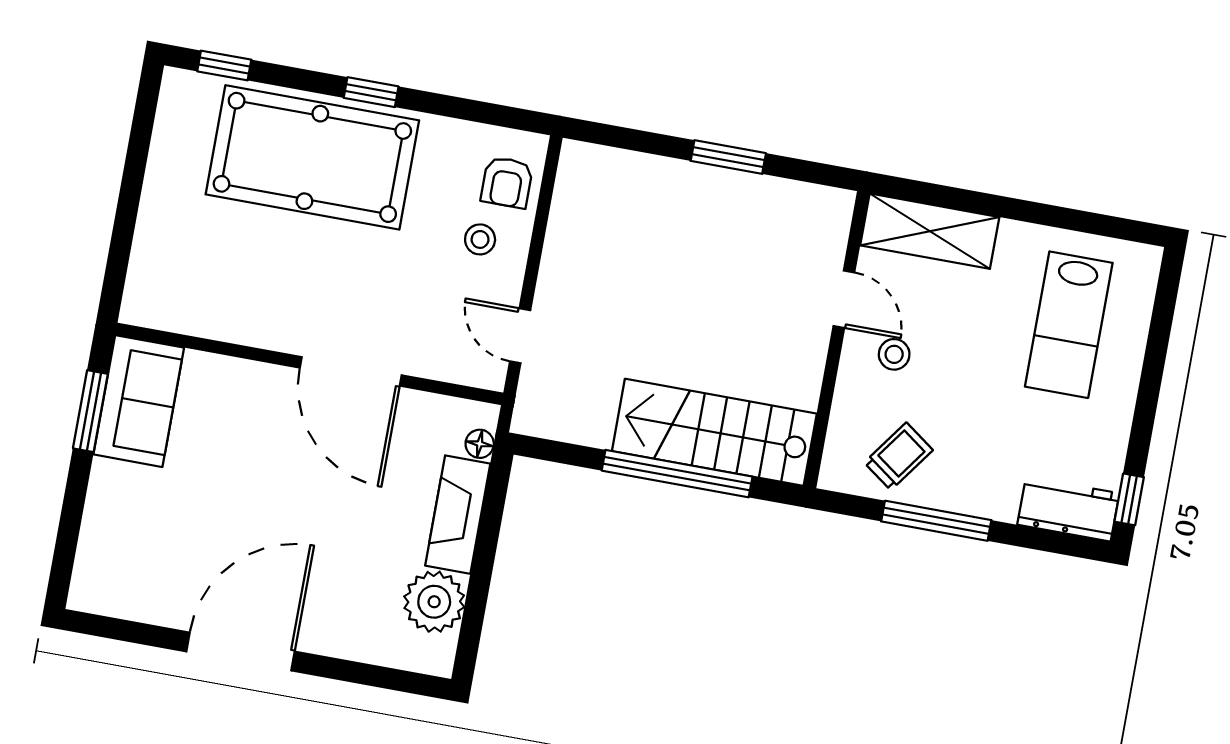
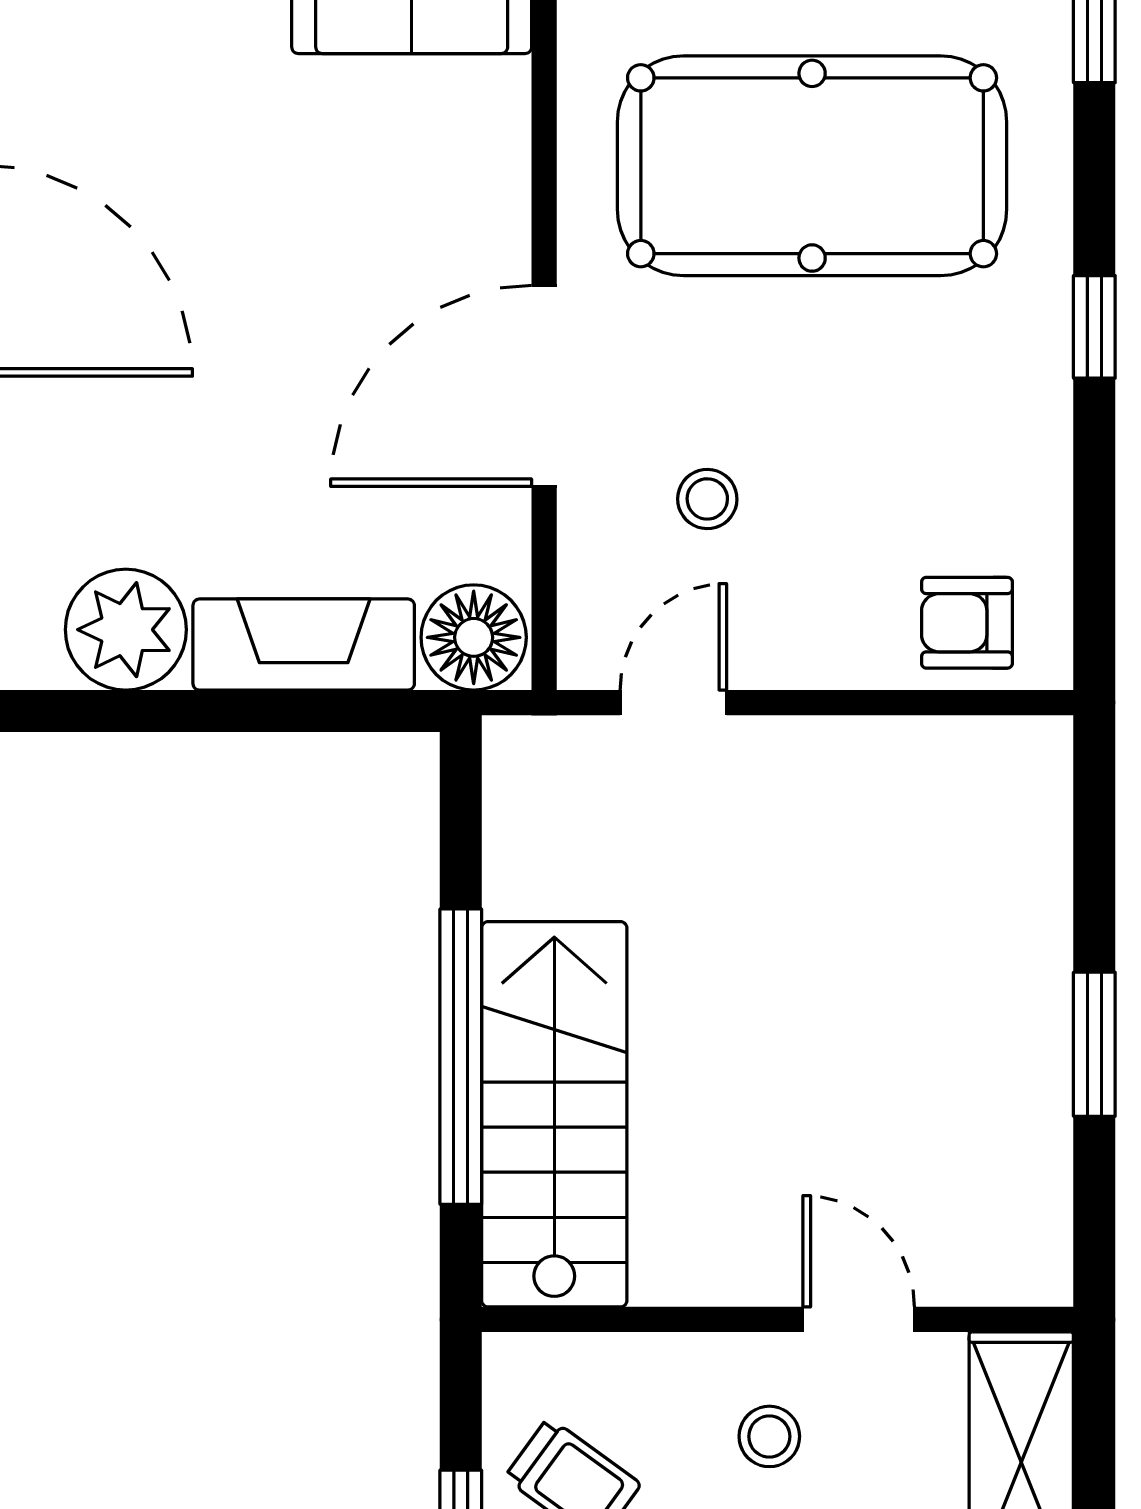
pool table: (312, 157) -> (812, 166), moved, turned 90
stool: (480, 239) -> (707, 499), moved
door: (844, 299) -> (859, 1319), swing flipped
floor lamp: (480, 444) -> (474, 637), width x1.89, depth x1.89

